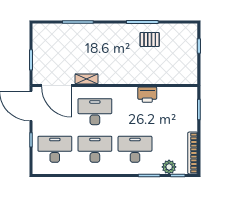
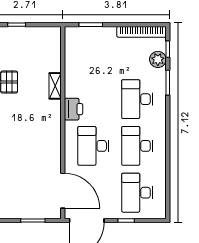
shelving: (87, 79) -> (55, 86), moved
door: (57, 86) -> (63, 191), hinge flipped
printer: (147, 95) -> (73, 109), moved

